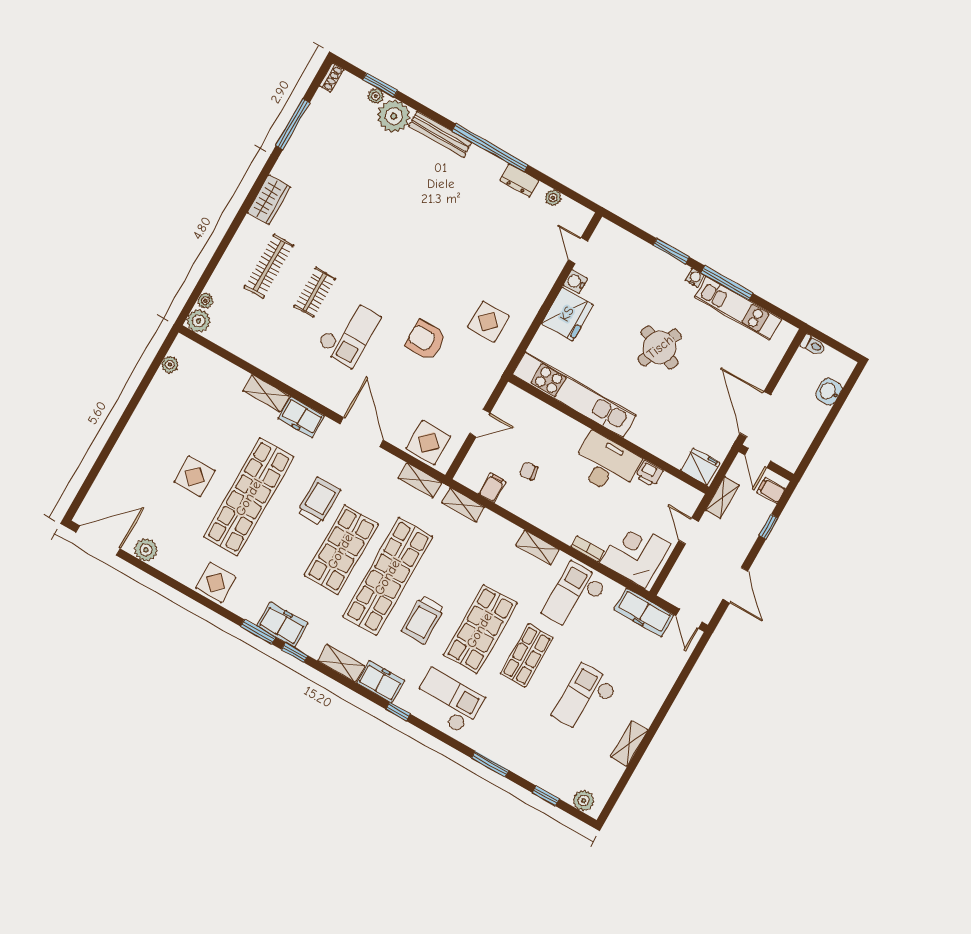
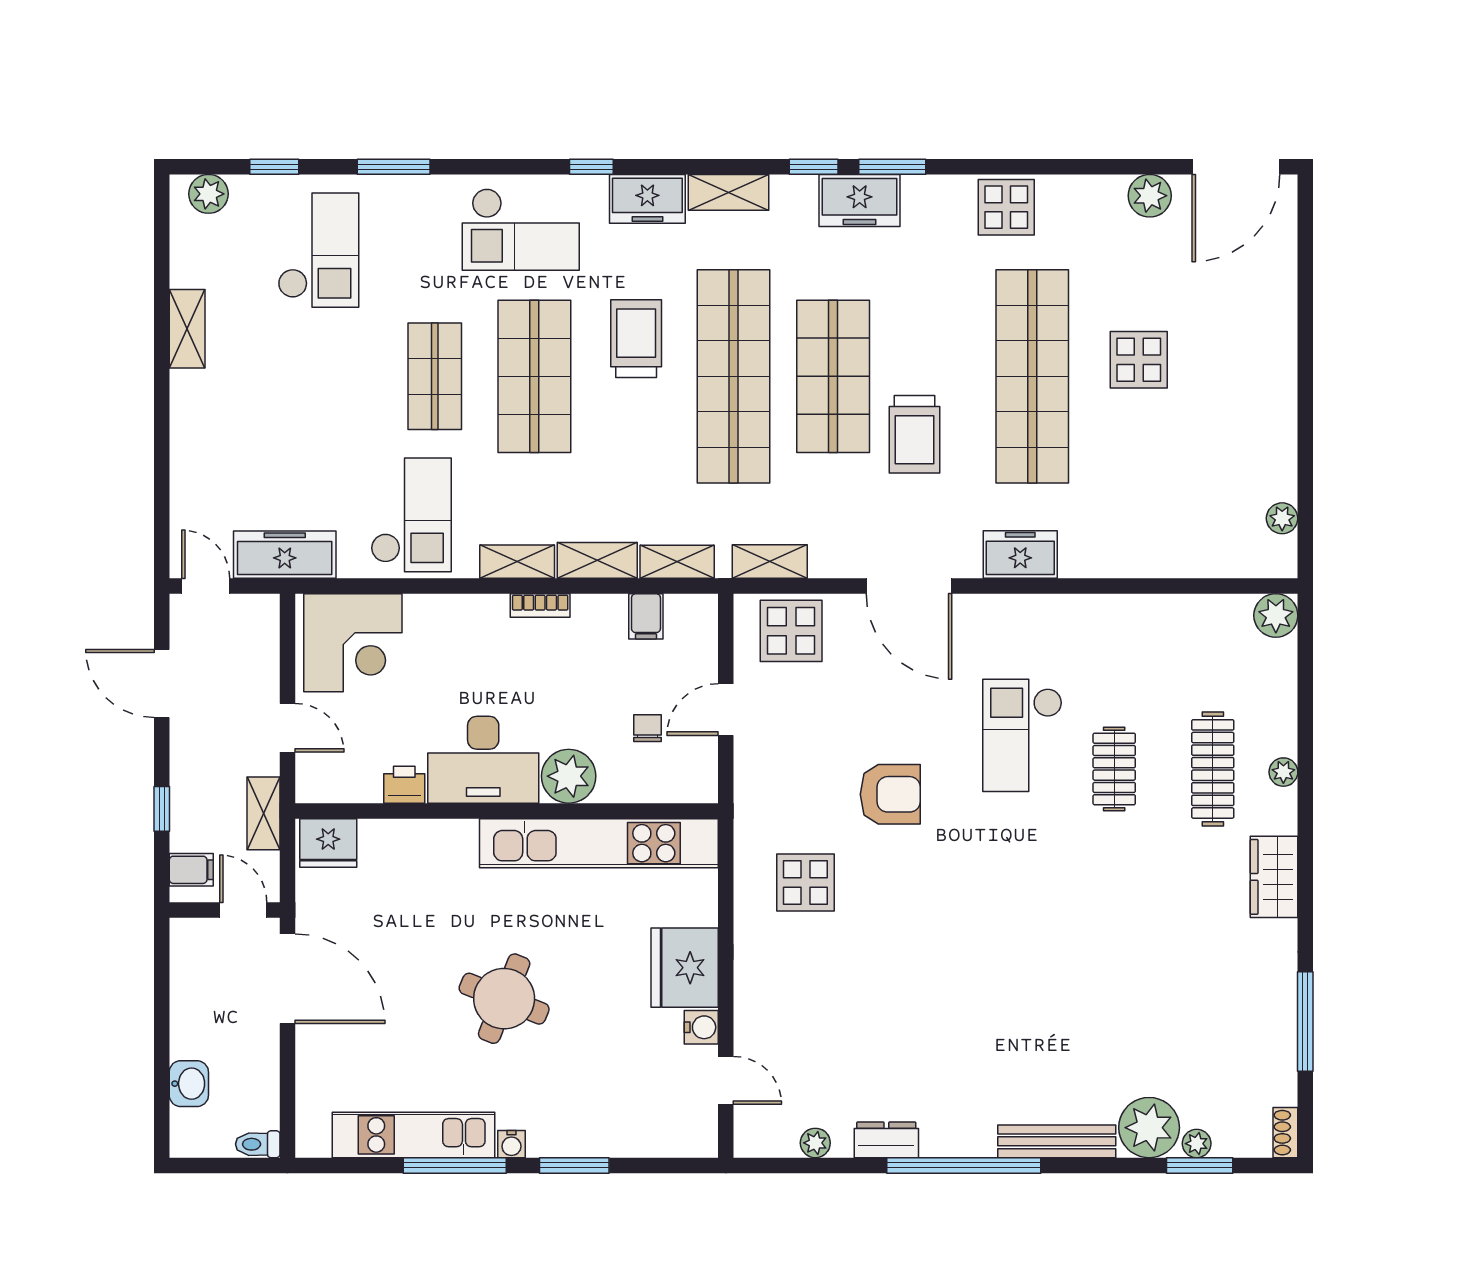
plant: (206, 301) -> (1283, 772), moved
shelving: (266, 393) -> (597, 560), moved
plant: (570, 434) -> (569, 776), added
chair: (529, 471) -> (647, 728), moved, turned -83
bookcase: (588, 549) -> (540, 605), moved
checkout: (585, 700) -> (318, 250), moved

